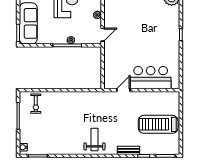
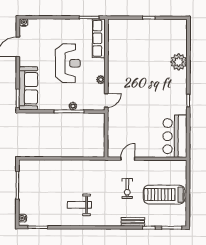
bar counter: (151, 78) -> (175, 136), moved, turned -90
exercise bike: (36, 104) -> (127, 189), moved
weight bench: (94, 140) -> (79, 205), moved, turned -90

